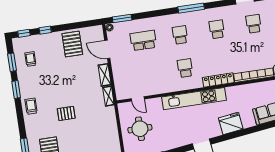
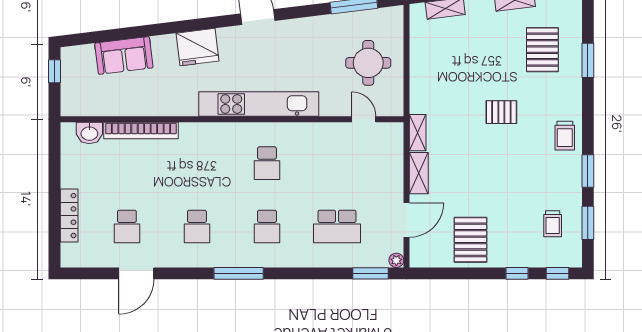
door: (107, 49) -> (407, 220), hinge flipped
locker: (218, 80) -> (208, 132), removed

